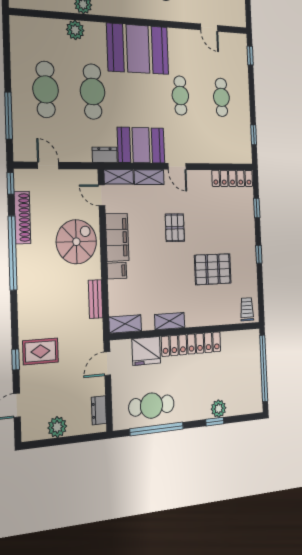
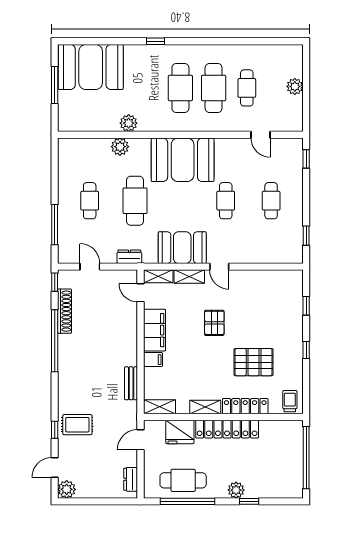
cafe table: (46, 89) -> (90, 201), width x0.73, depth x0.74
dresser: (105, 155) -> (129, 257), moved
locker: (232, 178) -> (245, 406), moved, turned 180
spiral stairs: (76, 242) -> (114, 333), removed
plant: (219, 409) -> (236, 490), moved
plant: (57, 427) -> (67, 489), moved

